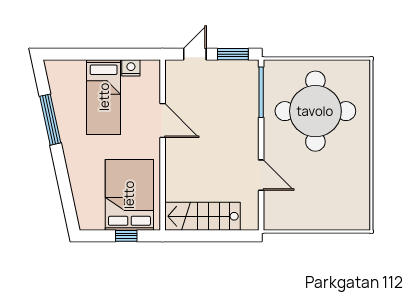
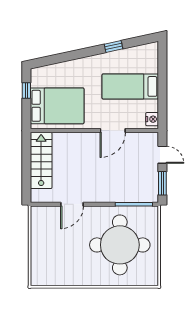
nightstand: (131, 68) -> (152, 119), moved
window: (50, 120) -> (113, 47), width x0.46
window: (126, 236) -> (26, 90), moved

